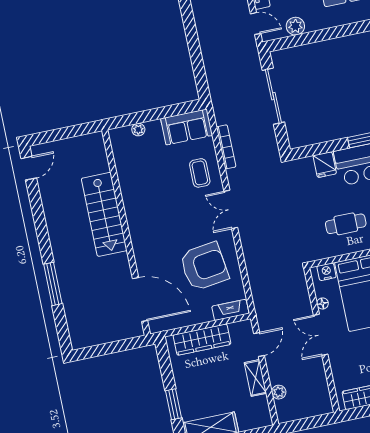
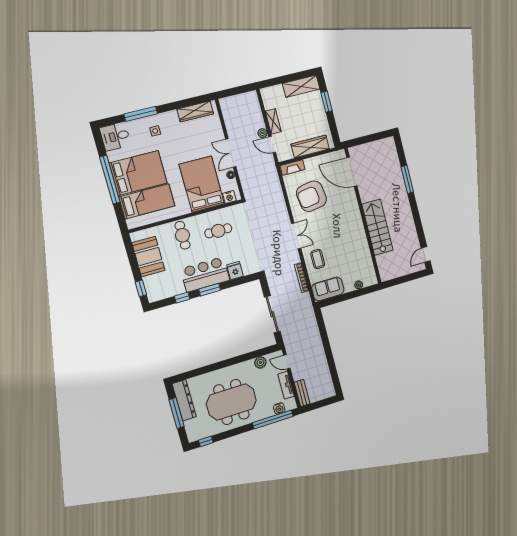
double door: (321, 335) -> (231, 153), swing flipped
door: (259, 344) -> (272, 145), hinge flipped
plant: (279, 392) -> (262, 133), moved

